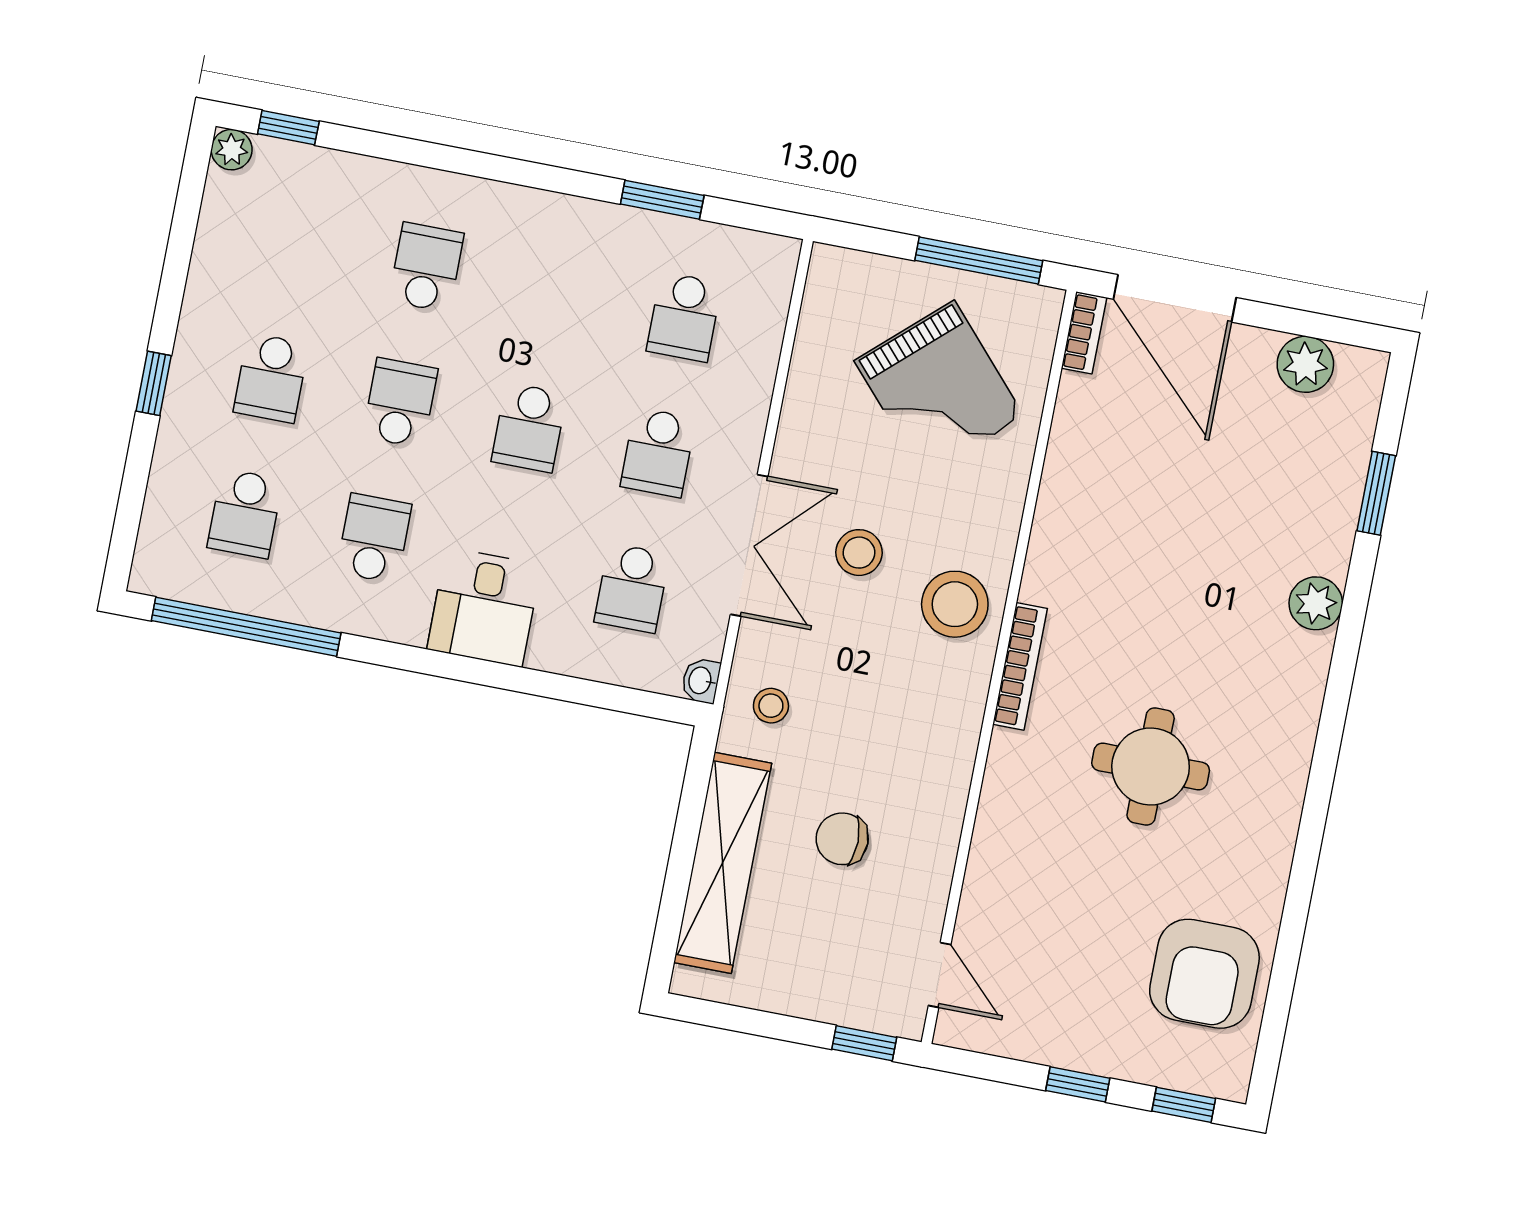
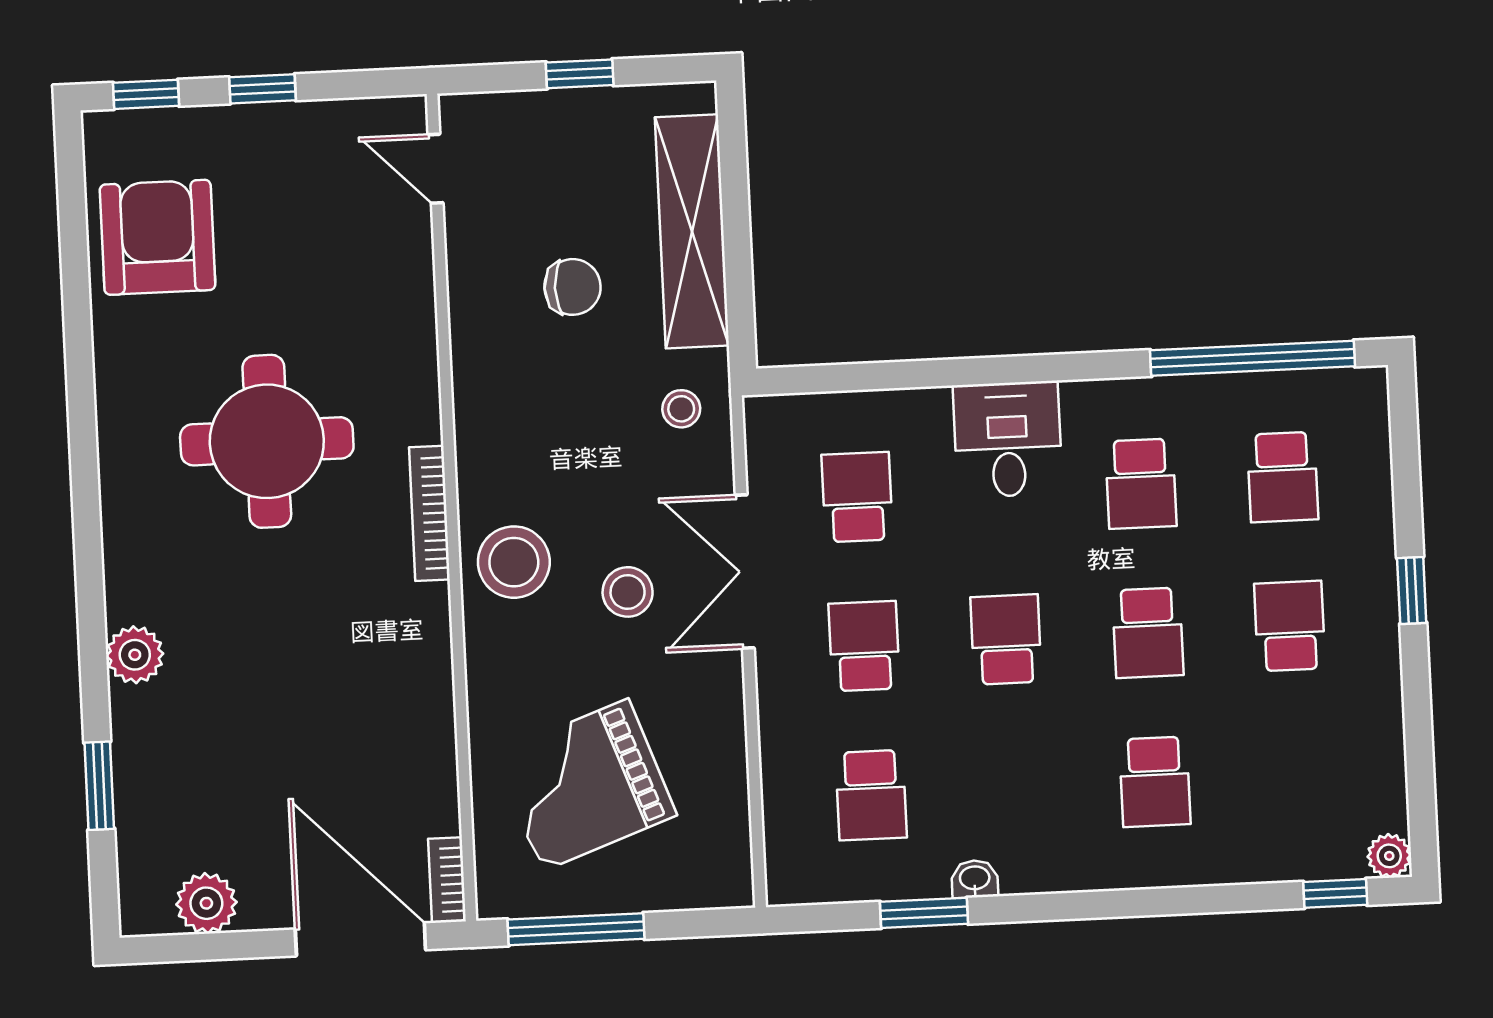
school desk: (684, 317) -> (871, 795), turned 180
grand piano: (939, 388) -> (585, 785), turned -68
school desk: (245, 513) -> (1283, 477), turned 180
washbasin: (701, 681) -> (975, 879), moved, turned -90
round table: (1151, 766) -> (267, 441), width x1.36, depth x1.36
window: (864, 1043) -> (580, 74), moved

